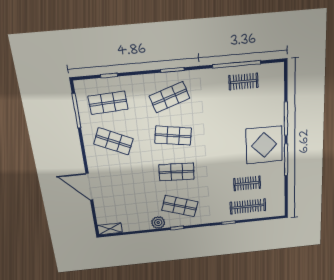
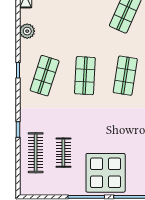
plant: (158, 223) -> (27, 31), moved

